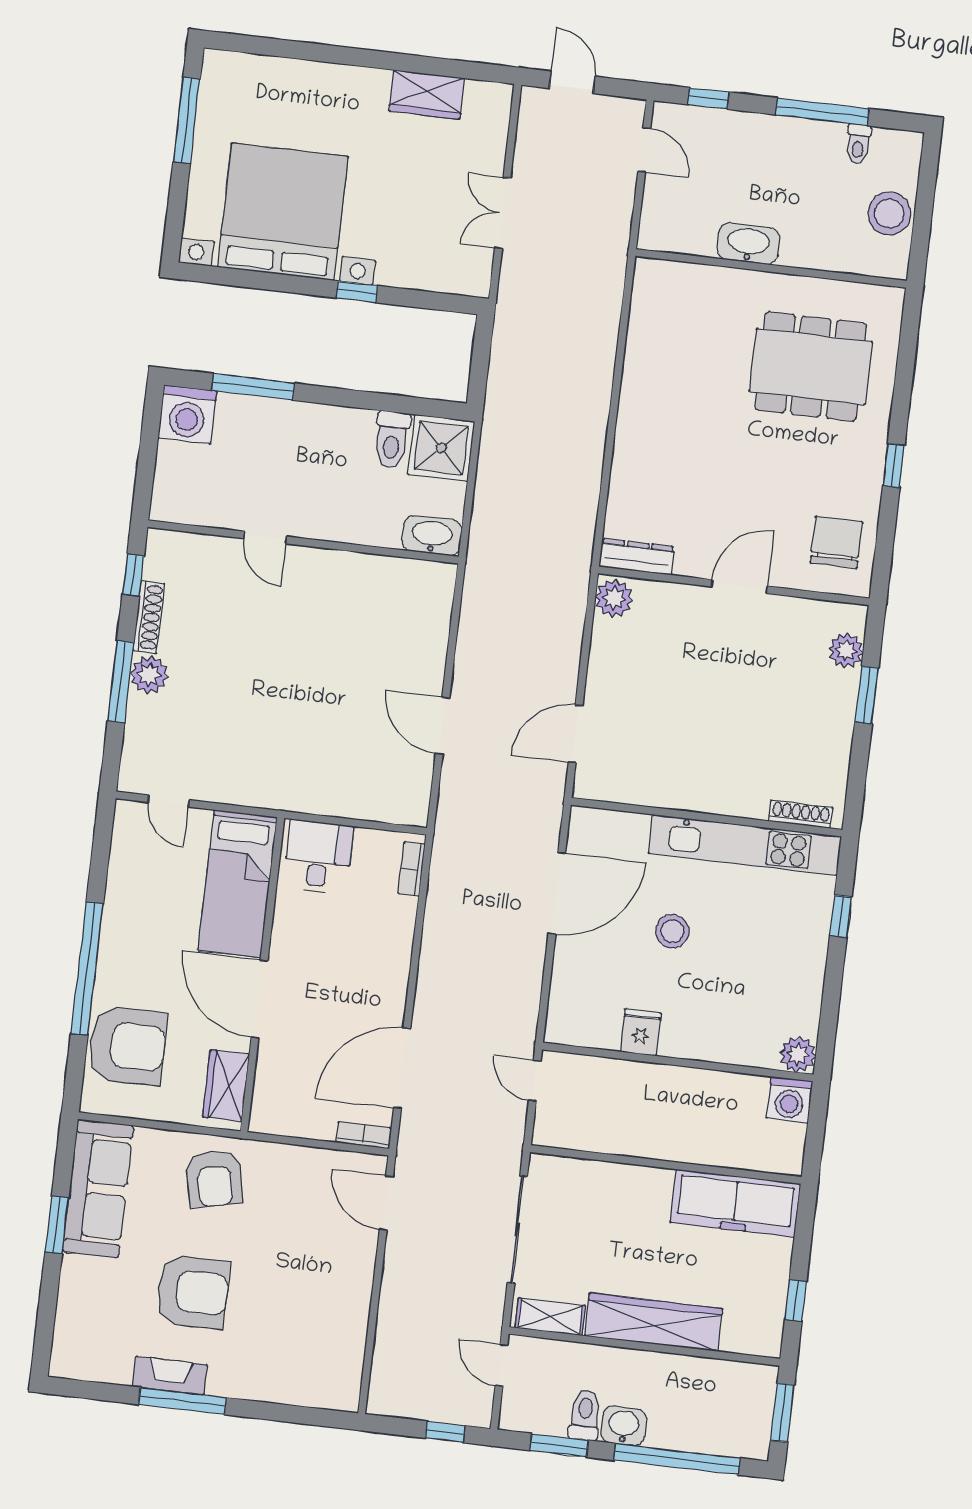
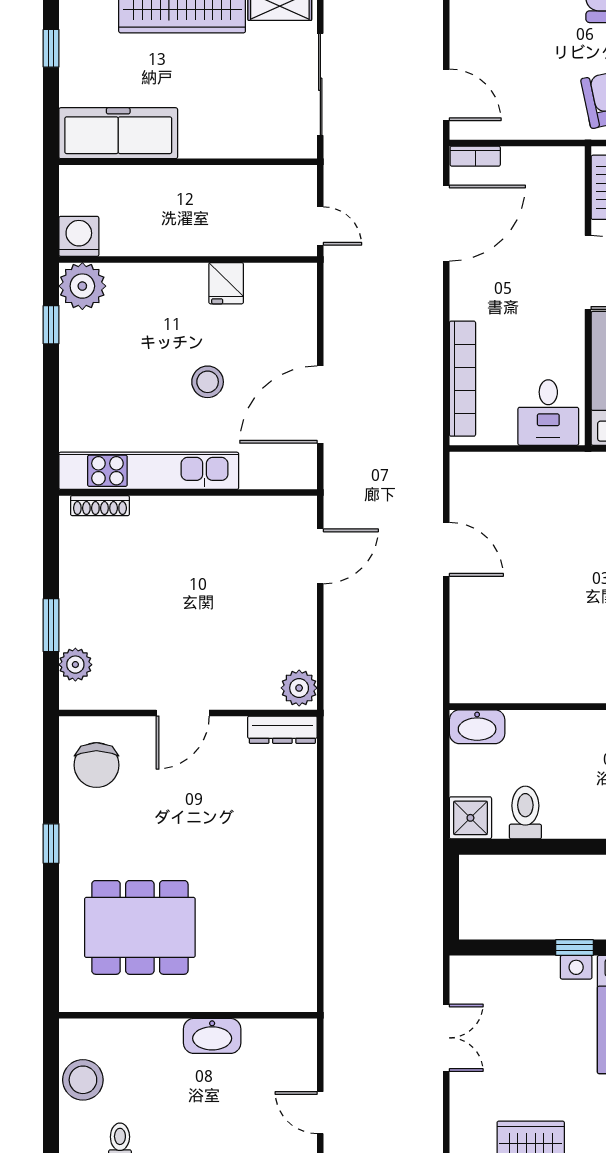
shower: (441, 448) -> (470, 818), width x0.73, depth x0.73
bookcase: (412, 869) -> (462, 379), width x2.31, depth x1.31
window: (841, 916) -> (51, 325), moved
plant: (798, 1054) -> (82, 286), width x1.36, depth x1.36

